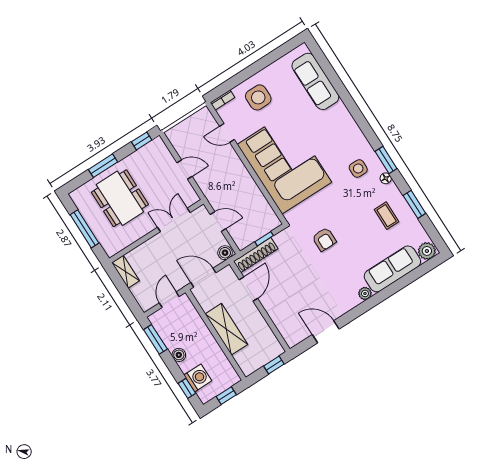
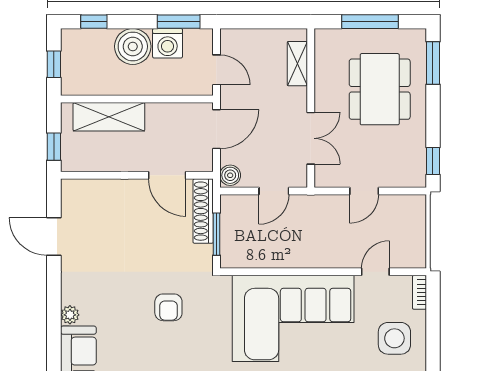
window: (103, 166) -> (433, 63), moved
dining table: (120, 198) -> (380, 89), turned 90
window: (264, 239) -> (216, 234), width x1.50
armchair: (324, 239) -> (168, 307), turned -90
shelving: (126, 272) -> (297, 64), moved, turned 90
shelving: (226, 329) -> (109, 117), moved
door: (326, 332) -> (54, 237), swing flipped
boiler: (179, 355) -> (133, 46), width x1.86, depth x1.86
washing machine: (198, 378) -> (168, 43), moved

